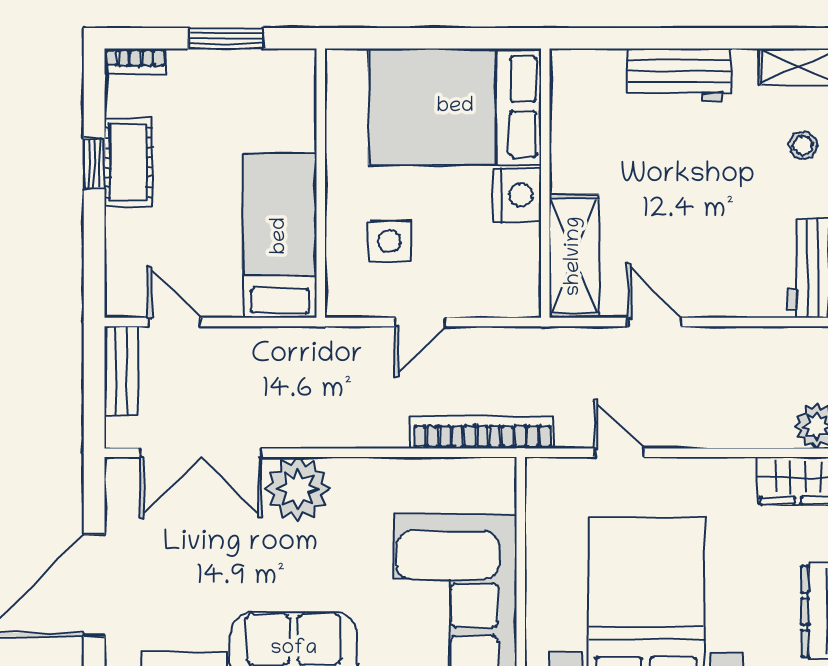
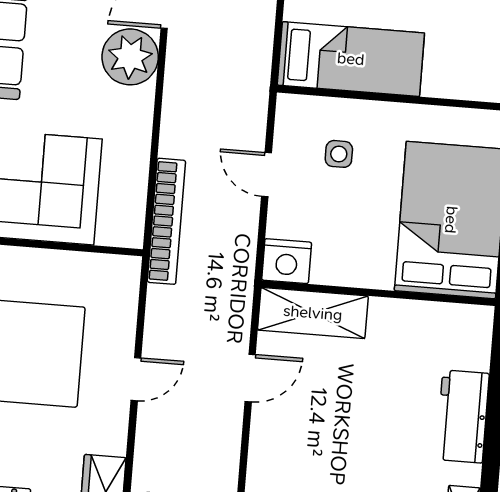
nightstand: (517, 195) -> (287, 261), moved
side table: (390, 241) -> (339, 154), width x0.73, depth x0.73
door: (619, 453) -> (136, 379), moved

